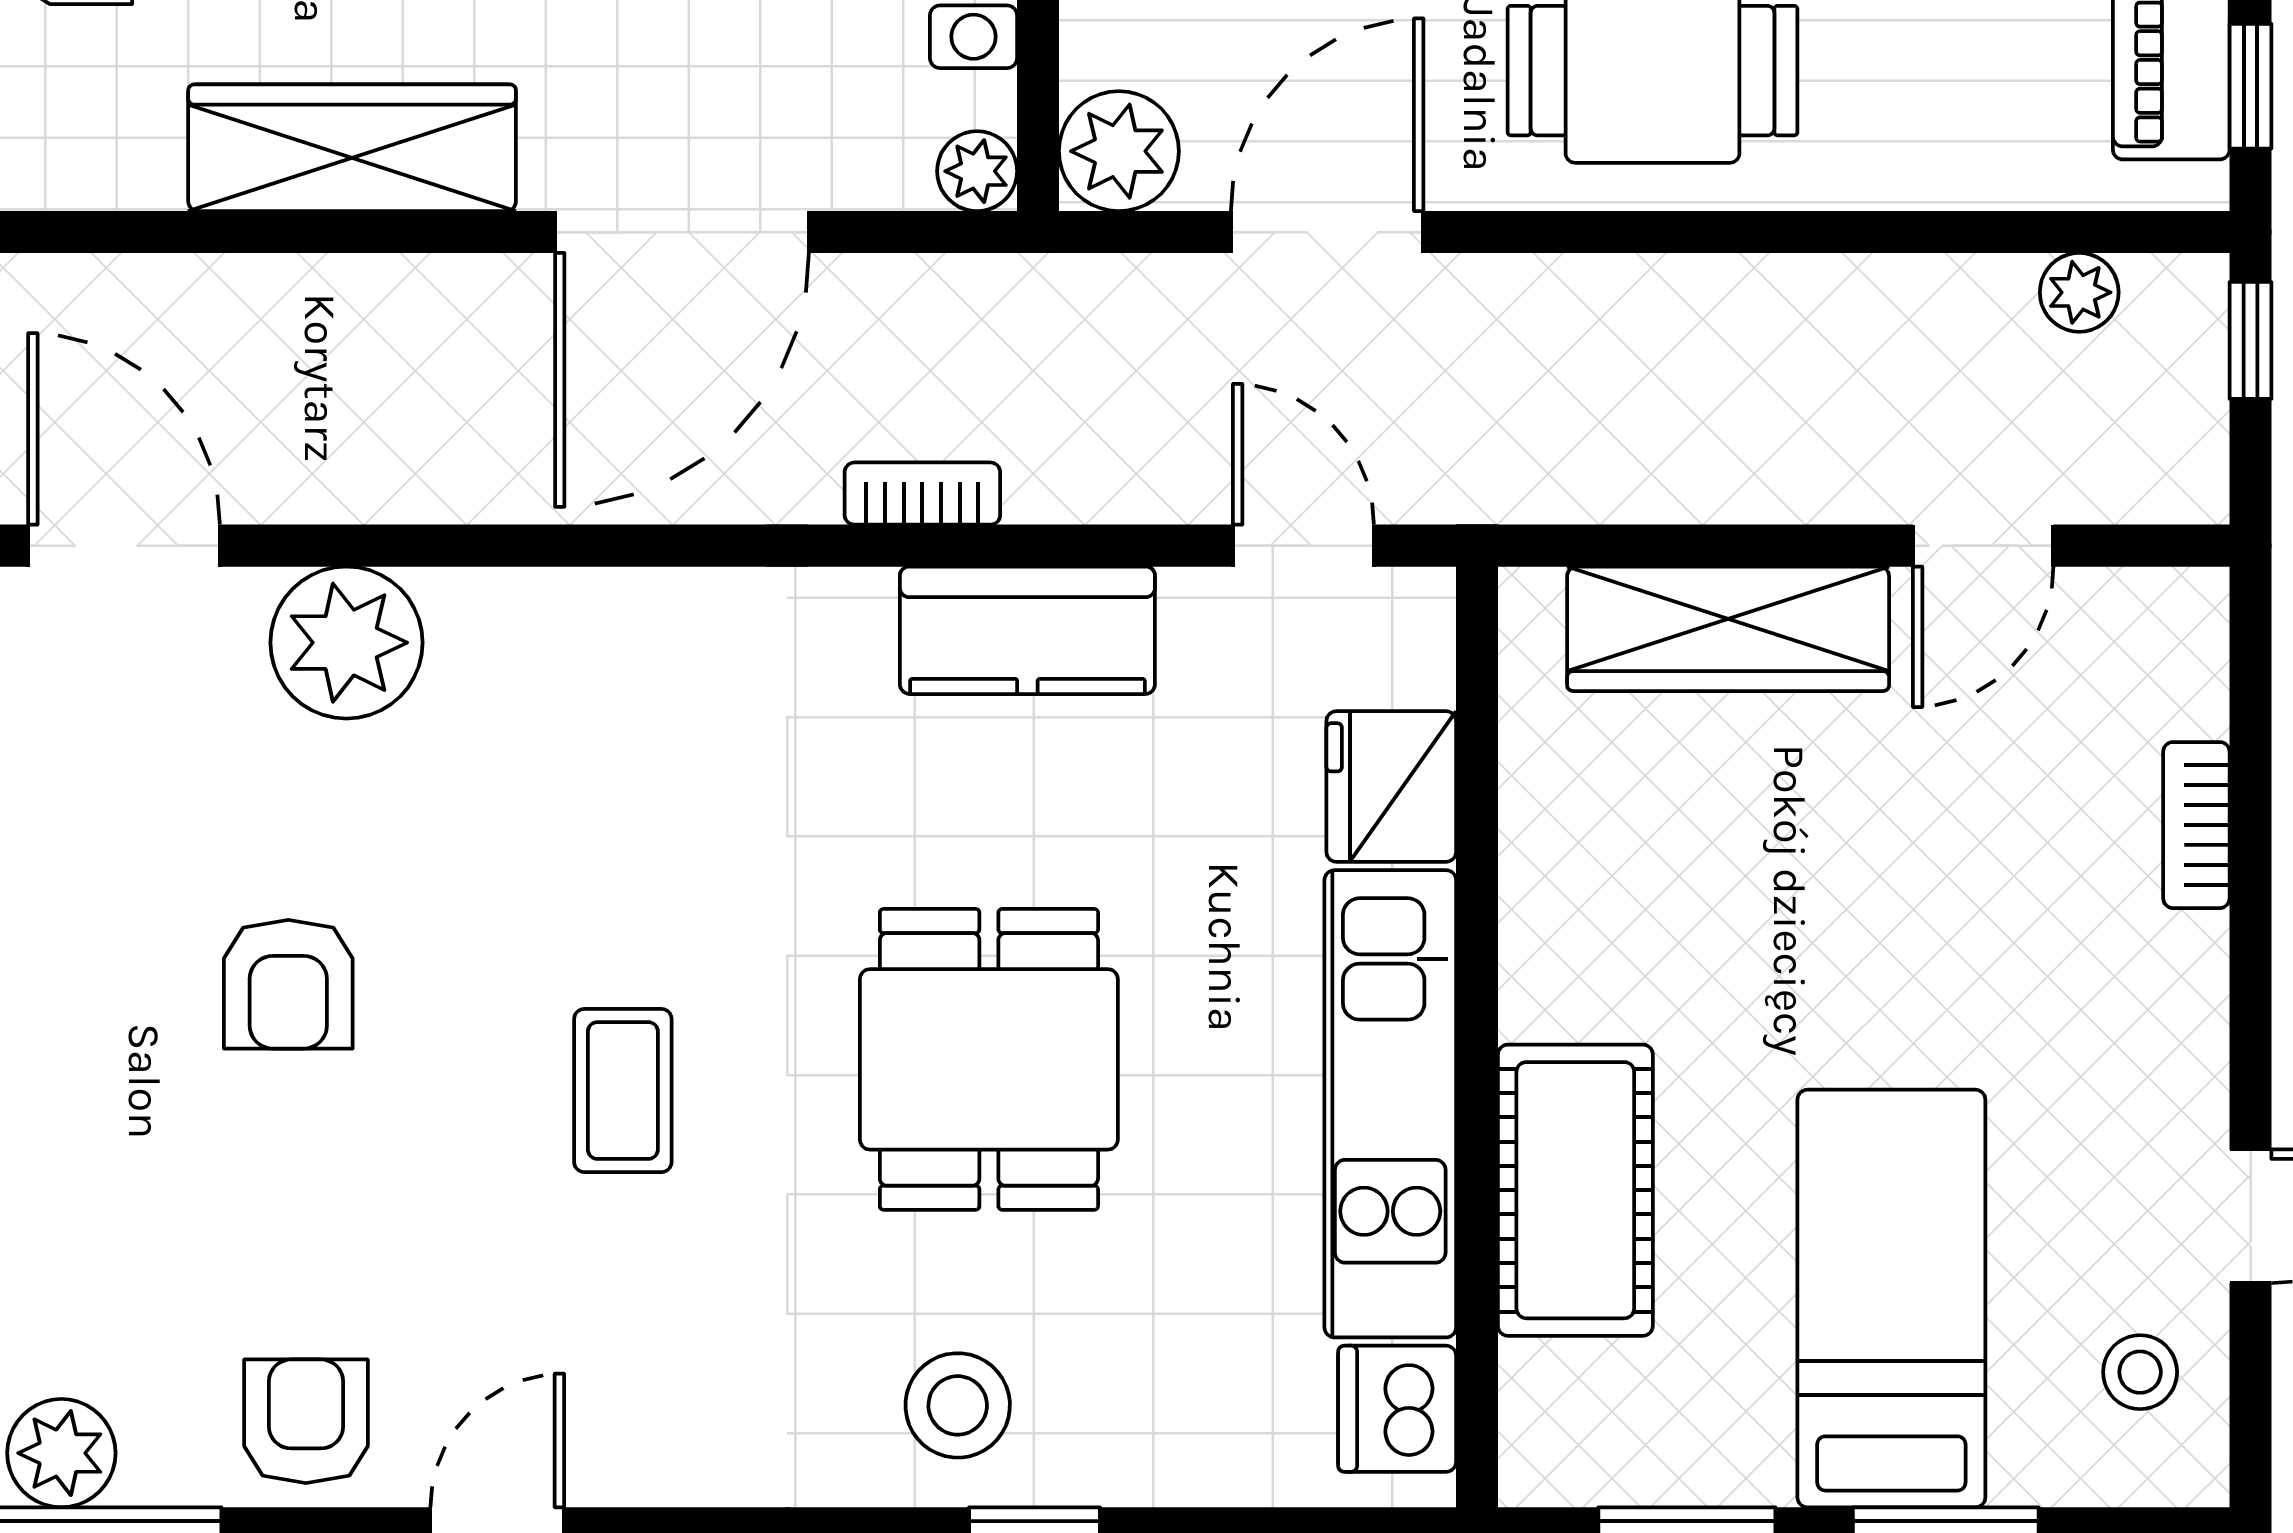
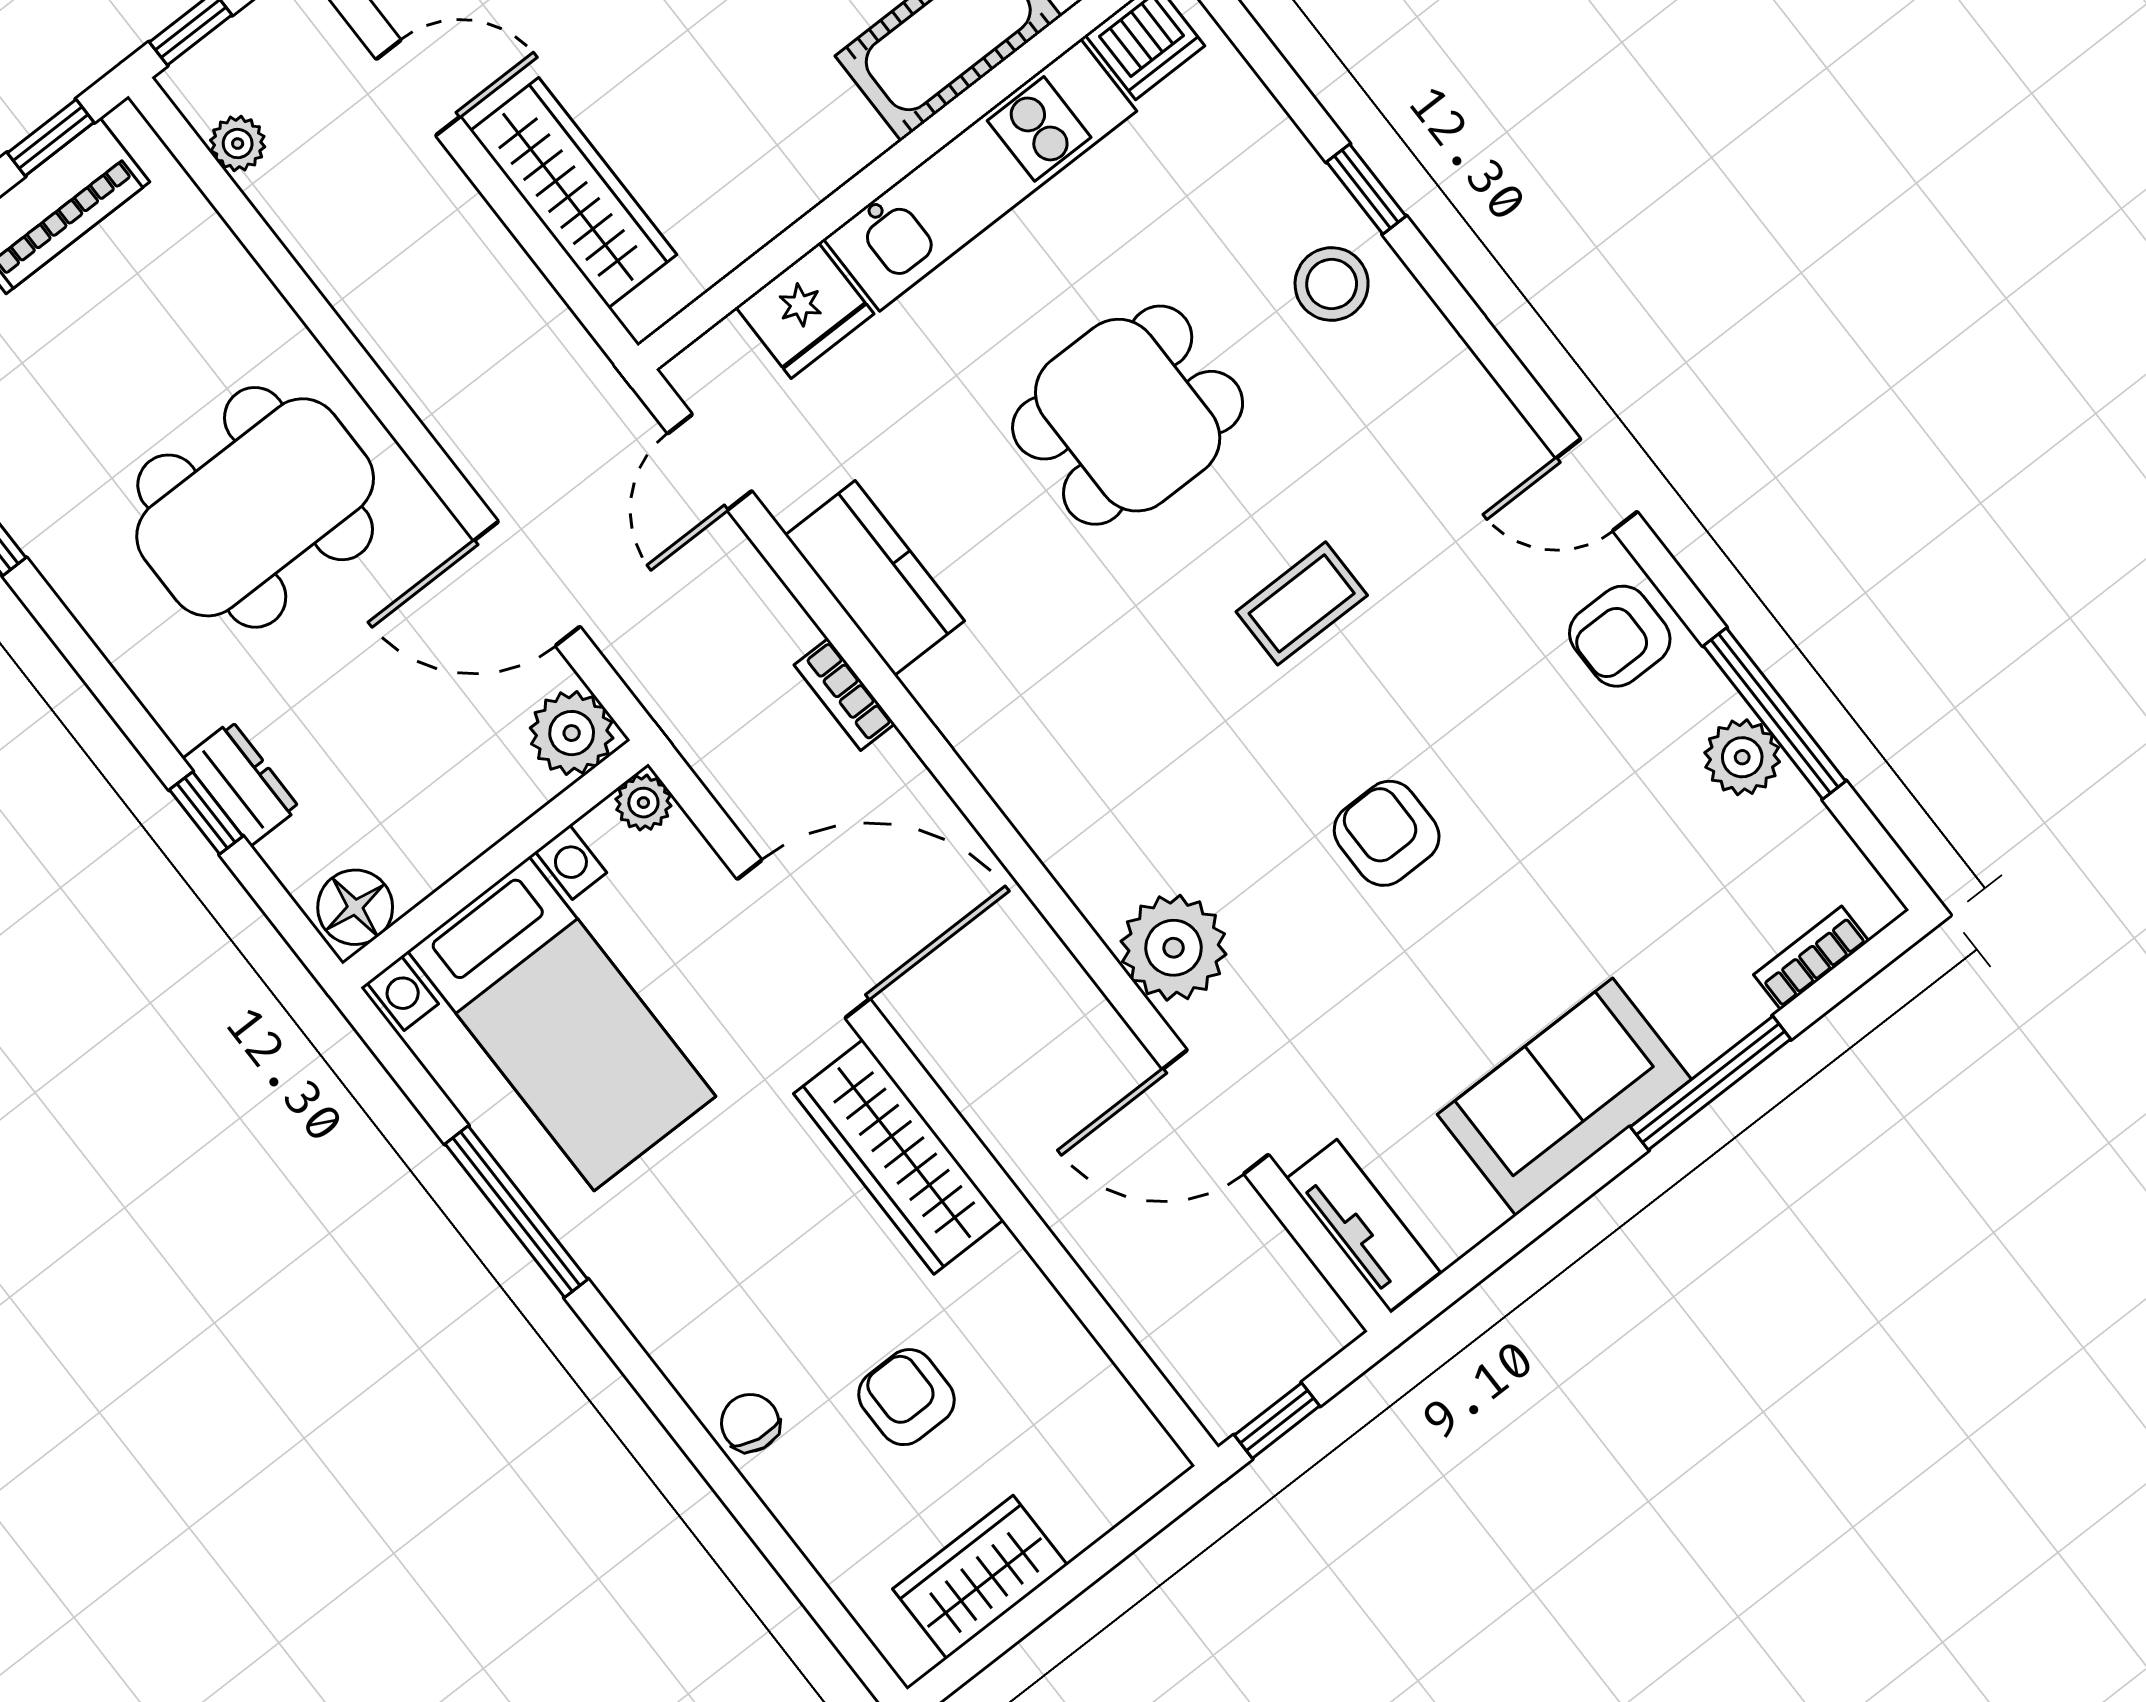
door: (124, 546) -> (1215, 1112), hinge flipped
armchair: (288, 984) -> (1387, 833), turned -90

